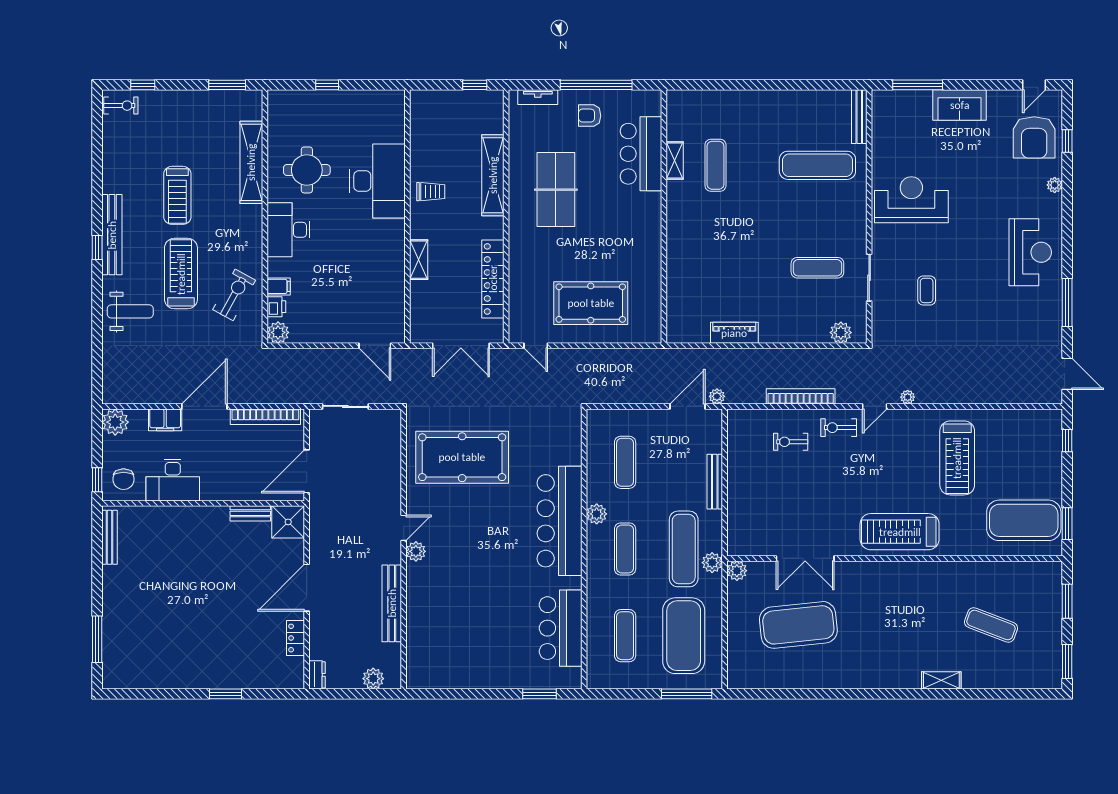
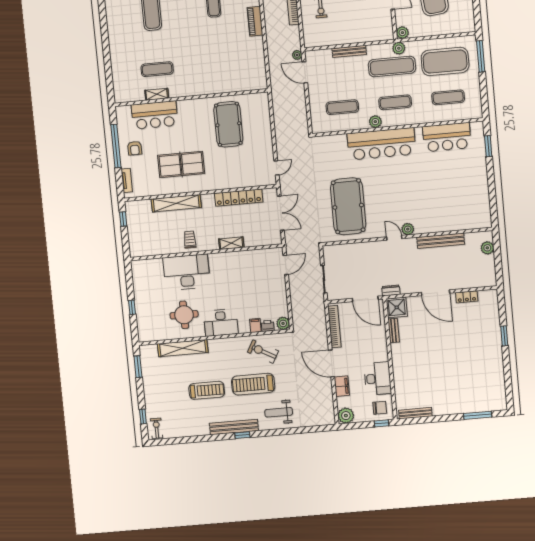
pool table: (591, 303) -> (228, 124), moved
weight bench: (130, 311) -> (279, 412), turned -90
piano: (734, 333) -> (255, 21), moved
dresser: (317, 675) -> (391, 290), moved

